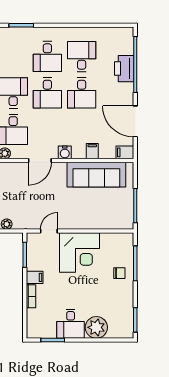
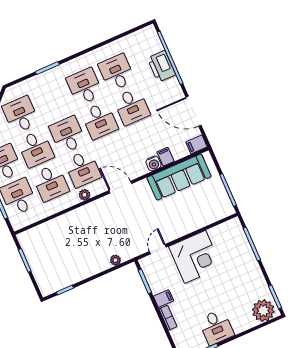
desk: (47, 57) -> (85, 87), turned 180
water cooler: (65, 152) -> (153, 163), moved
door: (40, 161) -> (120, 187), swing flipped
chair: (119, 273) -> (241, 260), removed
plant: (96, 327) -> (263, 311), moved

